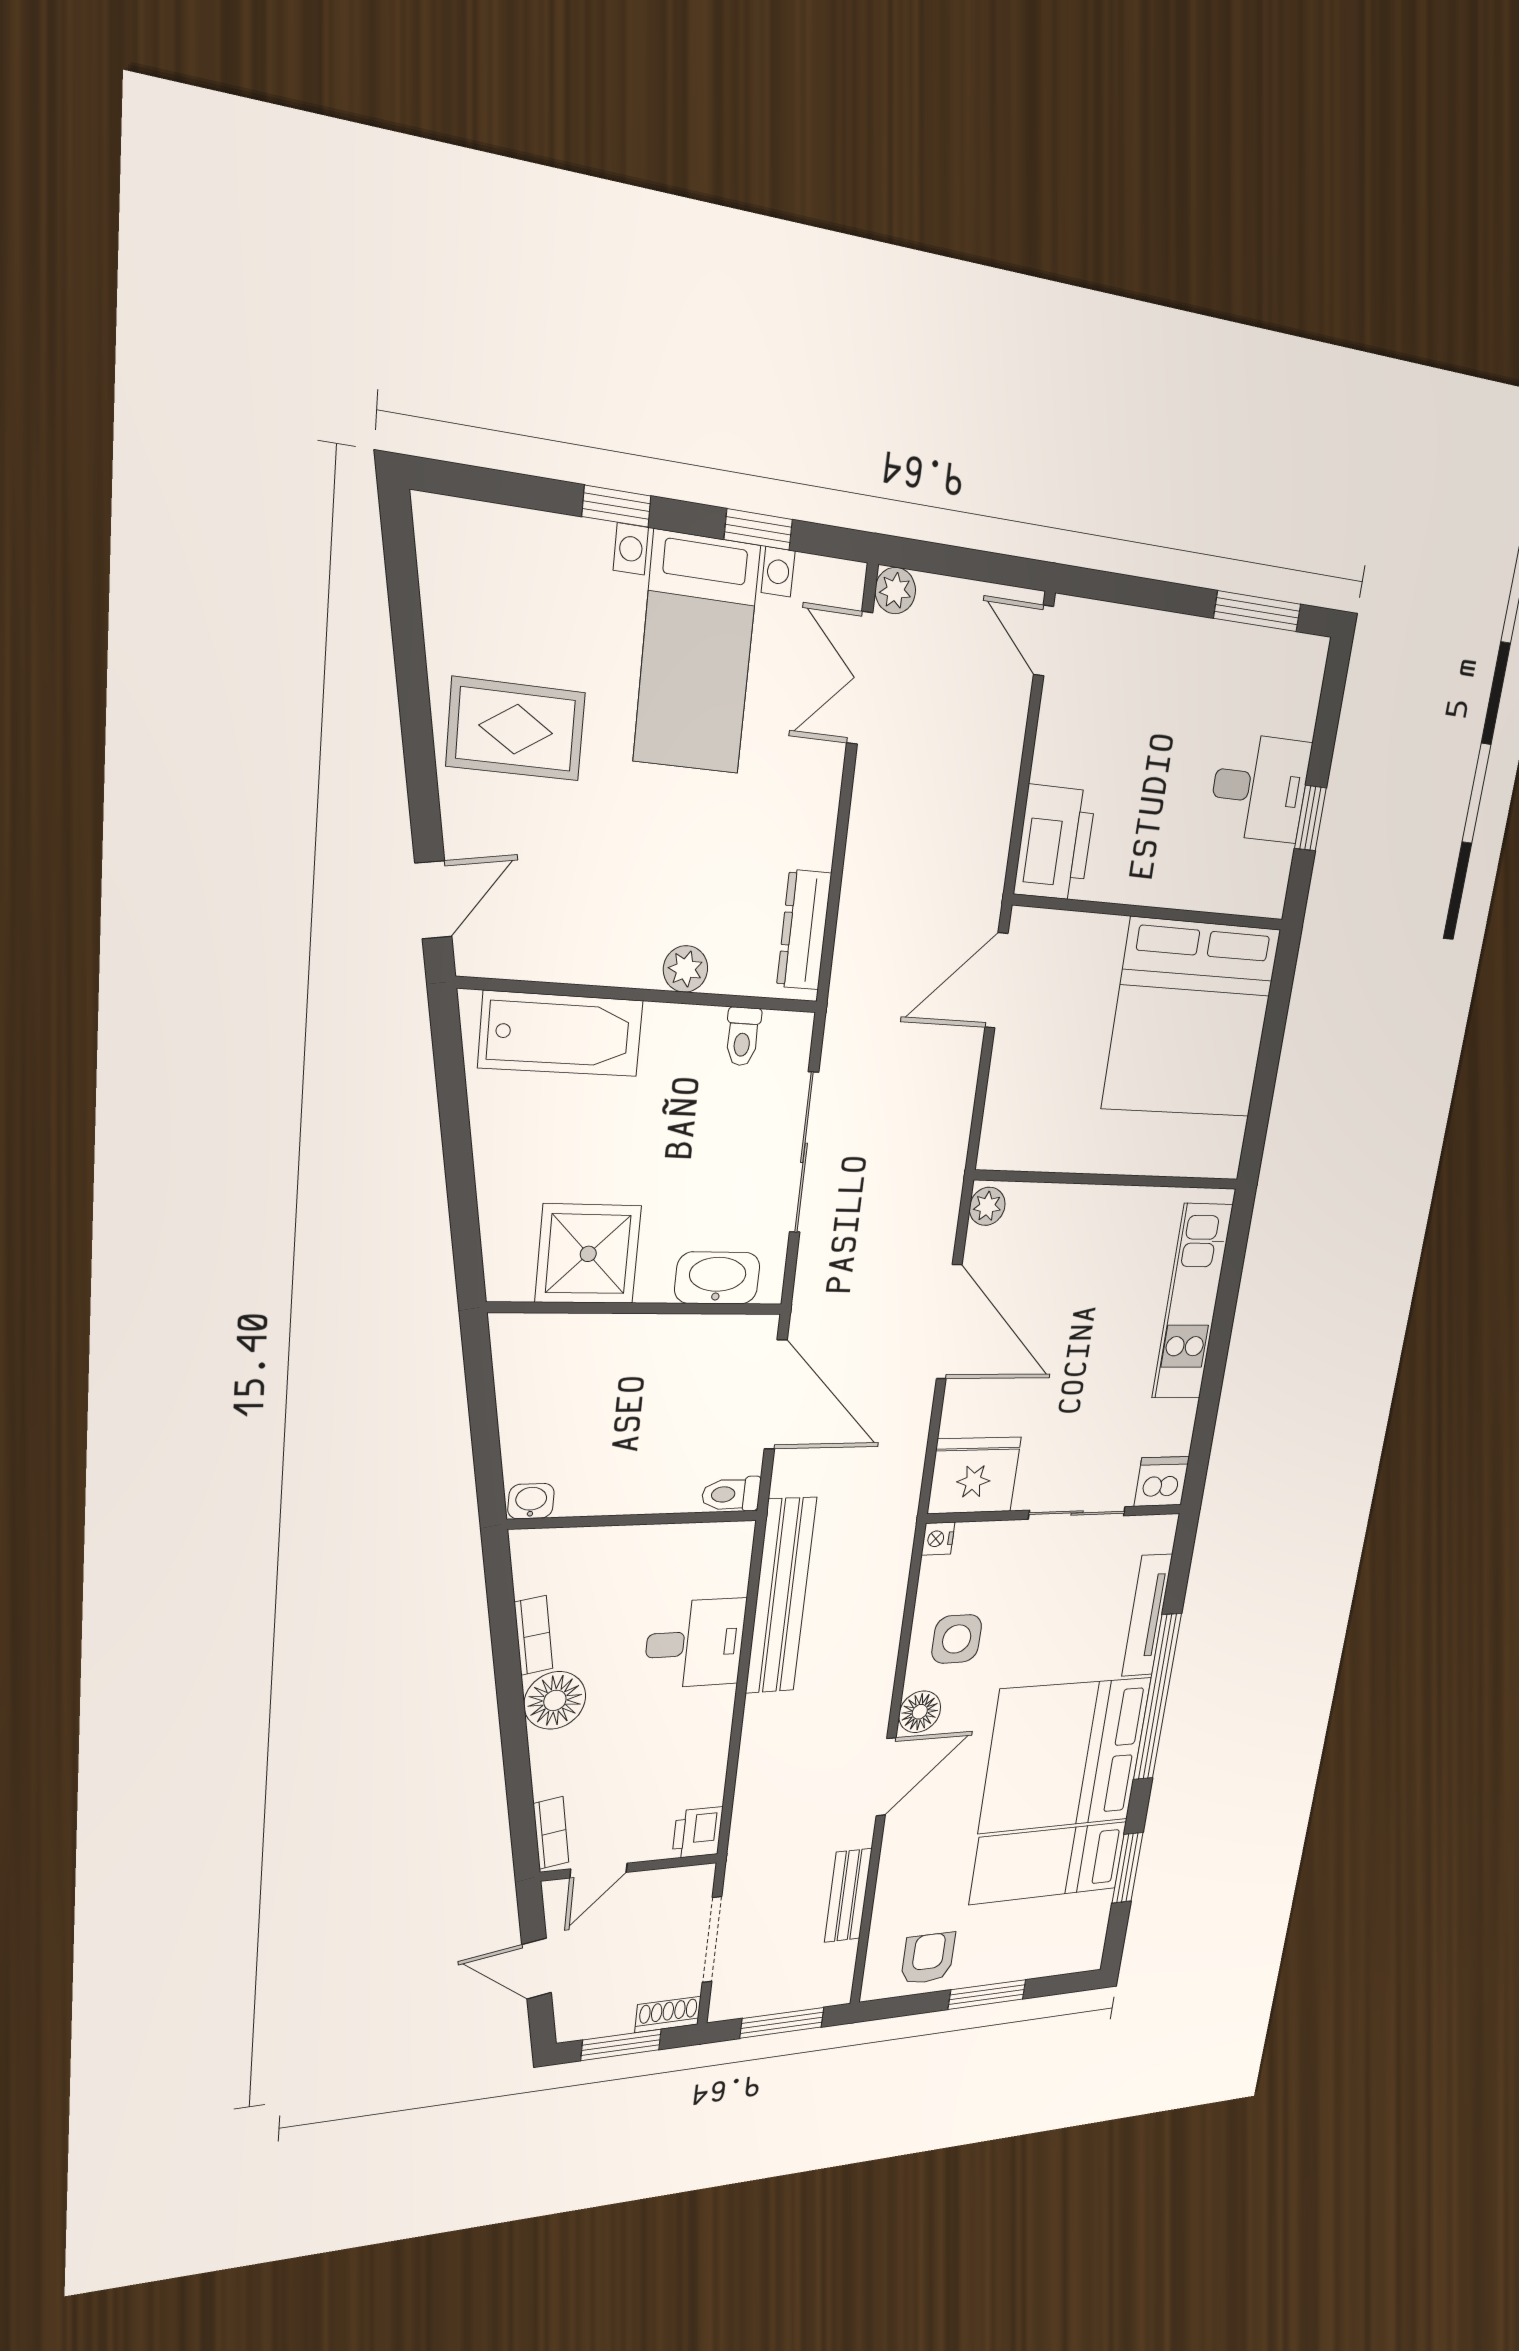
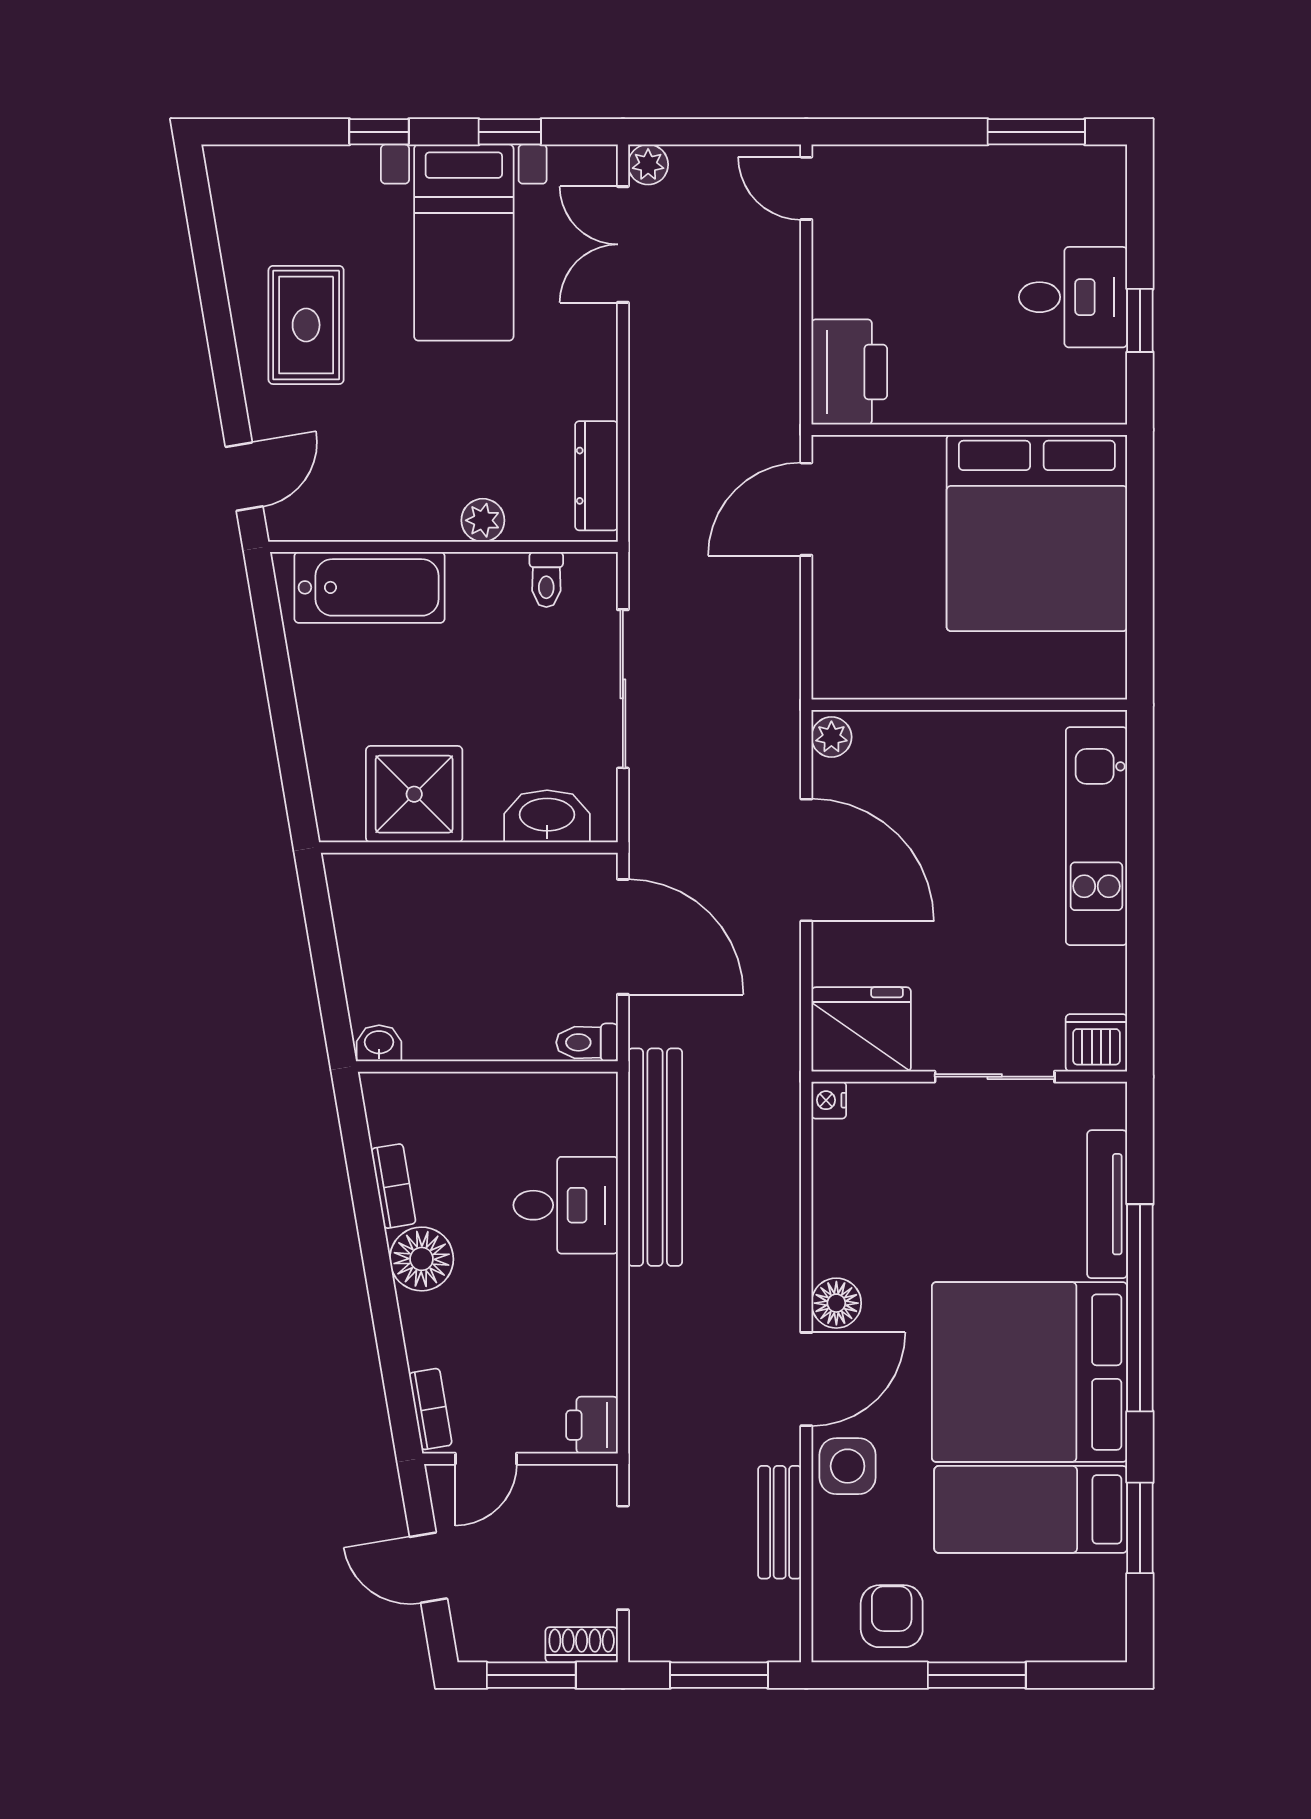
rug: (516, 729) -> (306, 325), turned 90
side table: (957, 1639) -> (848, 1466), moved

